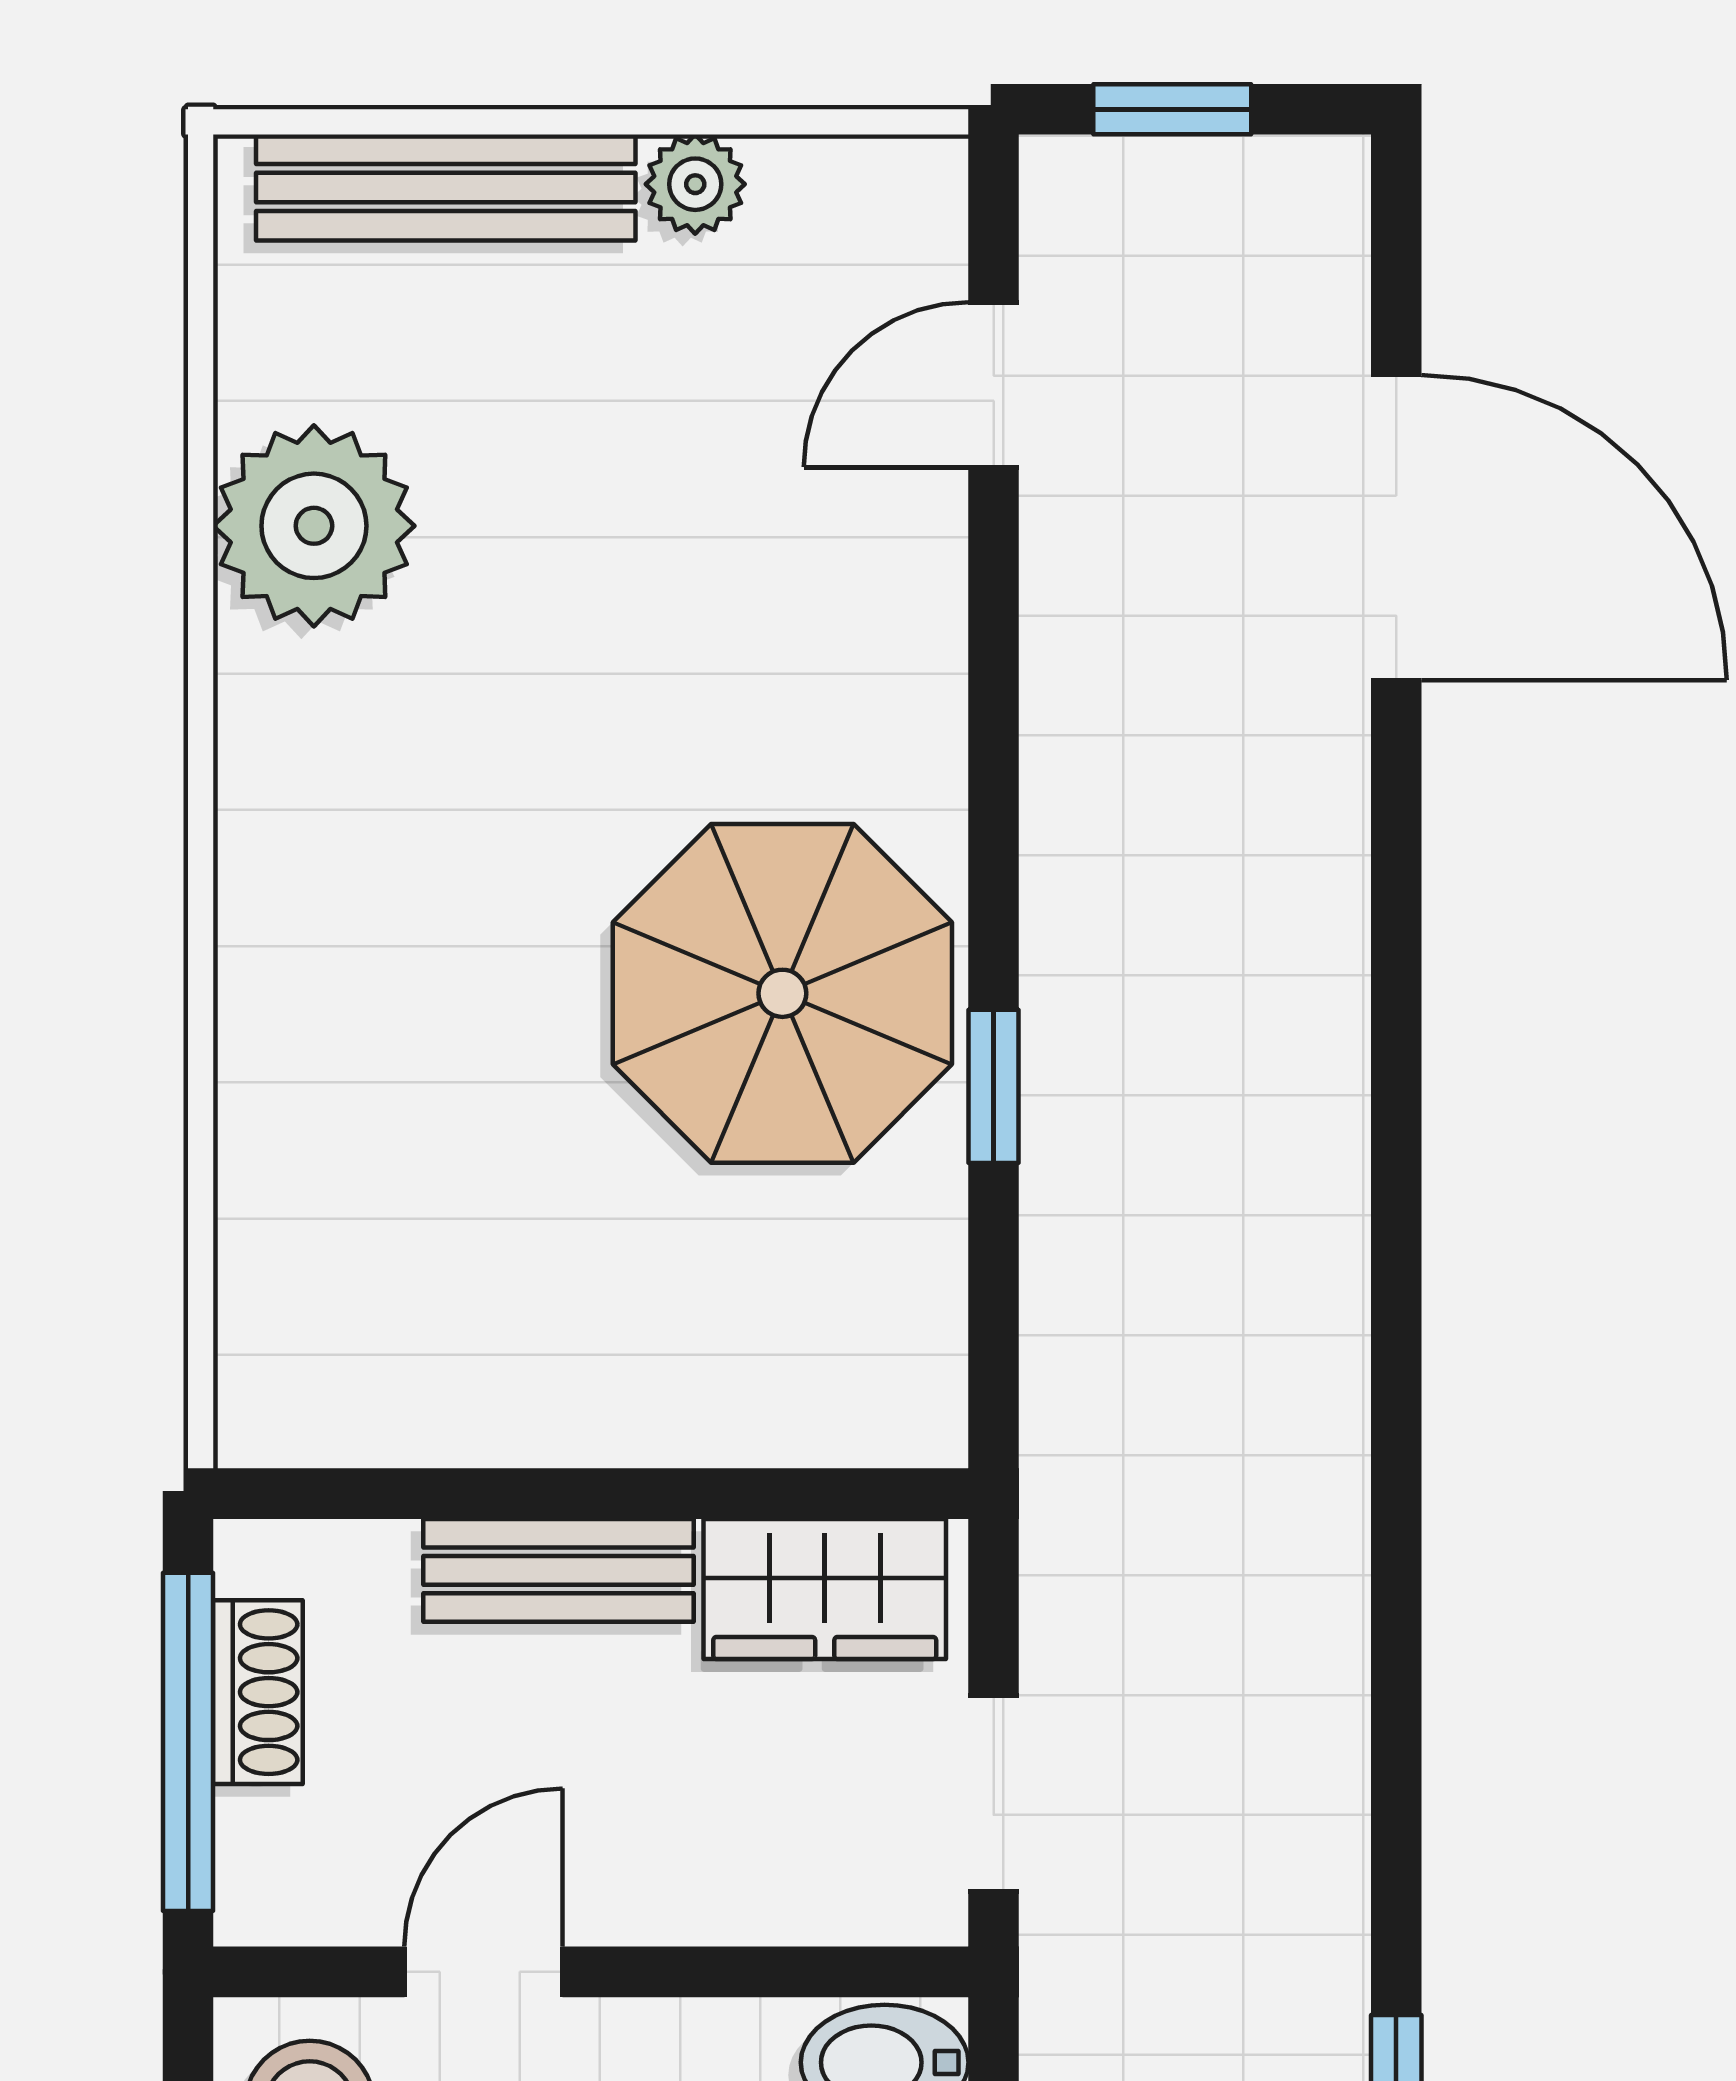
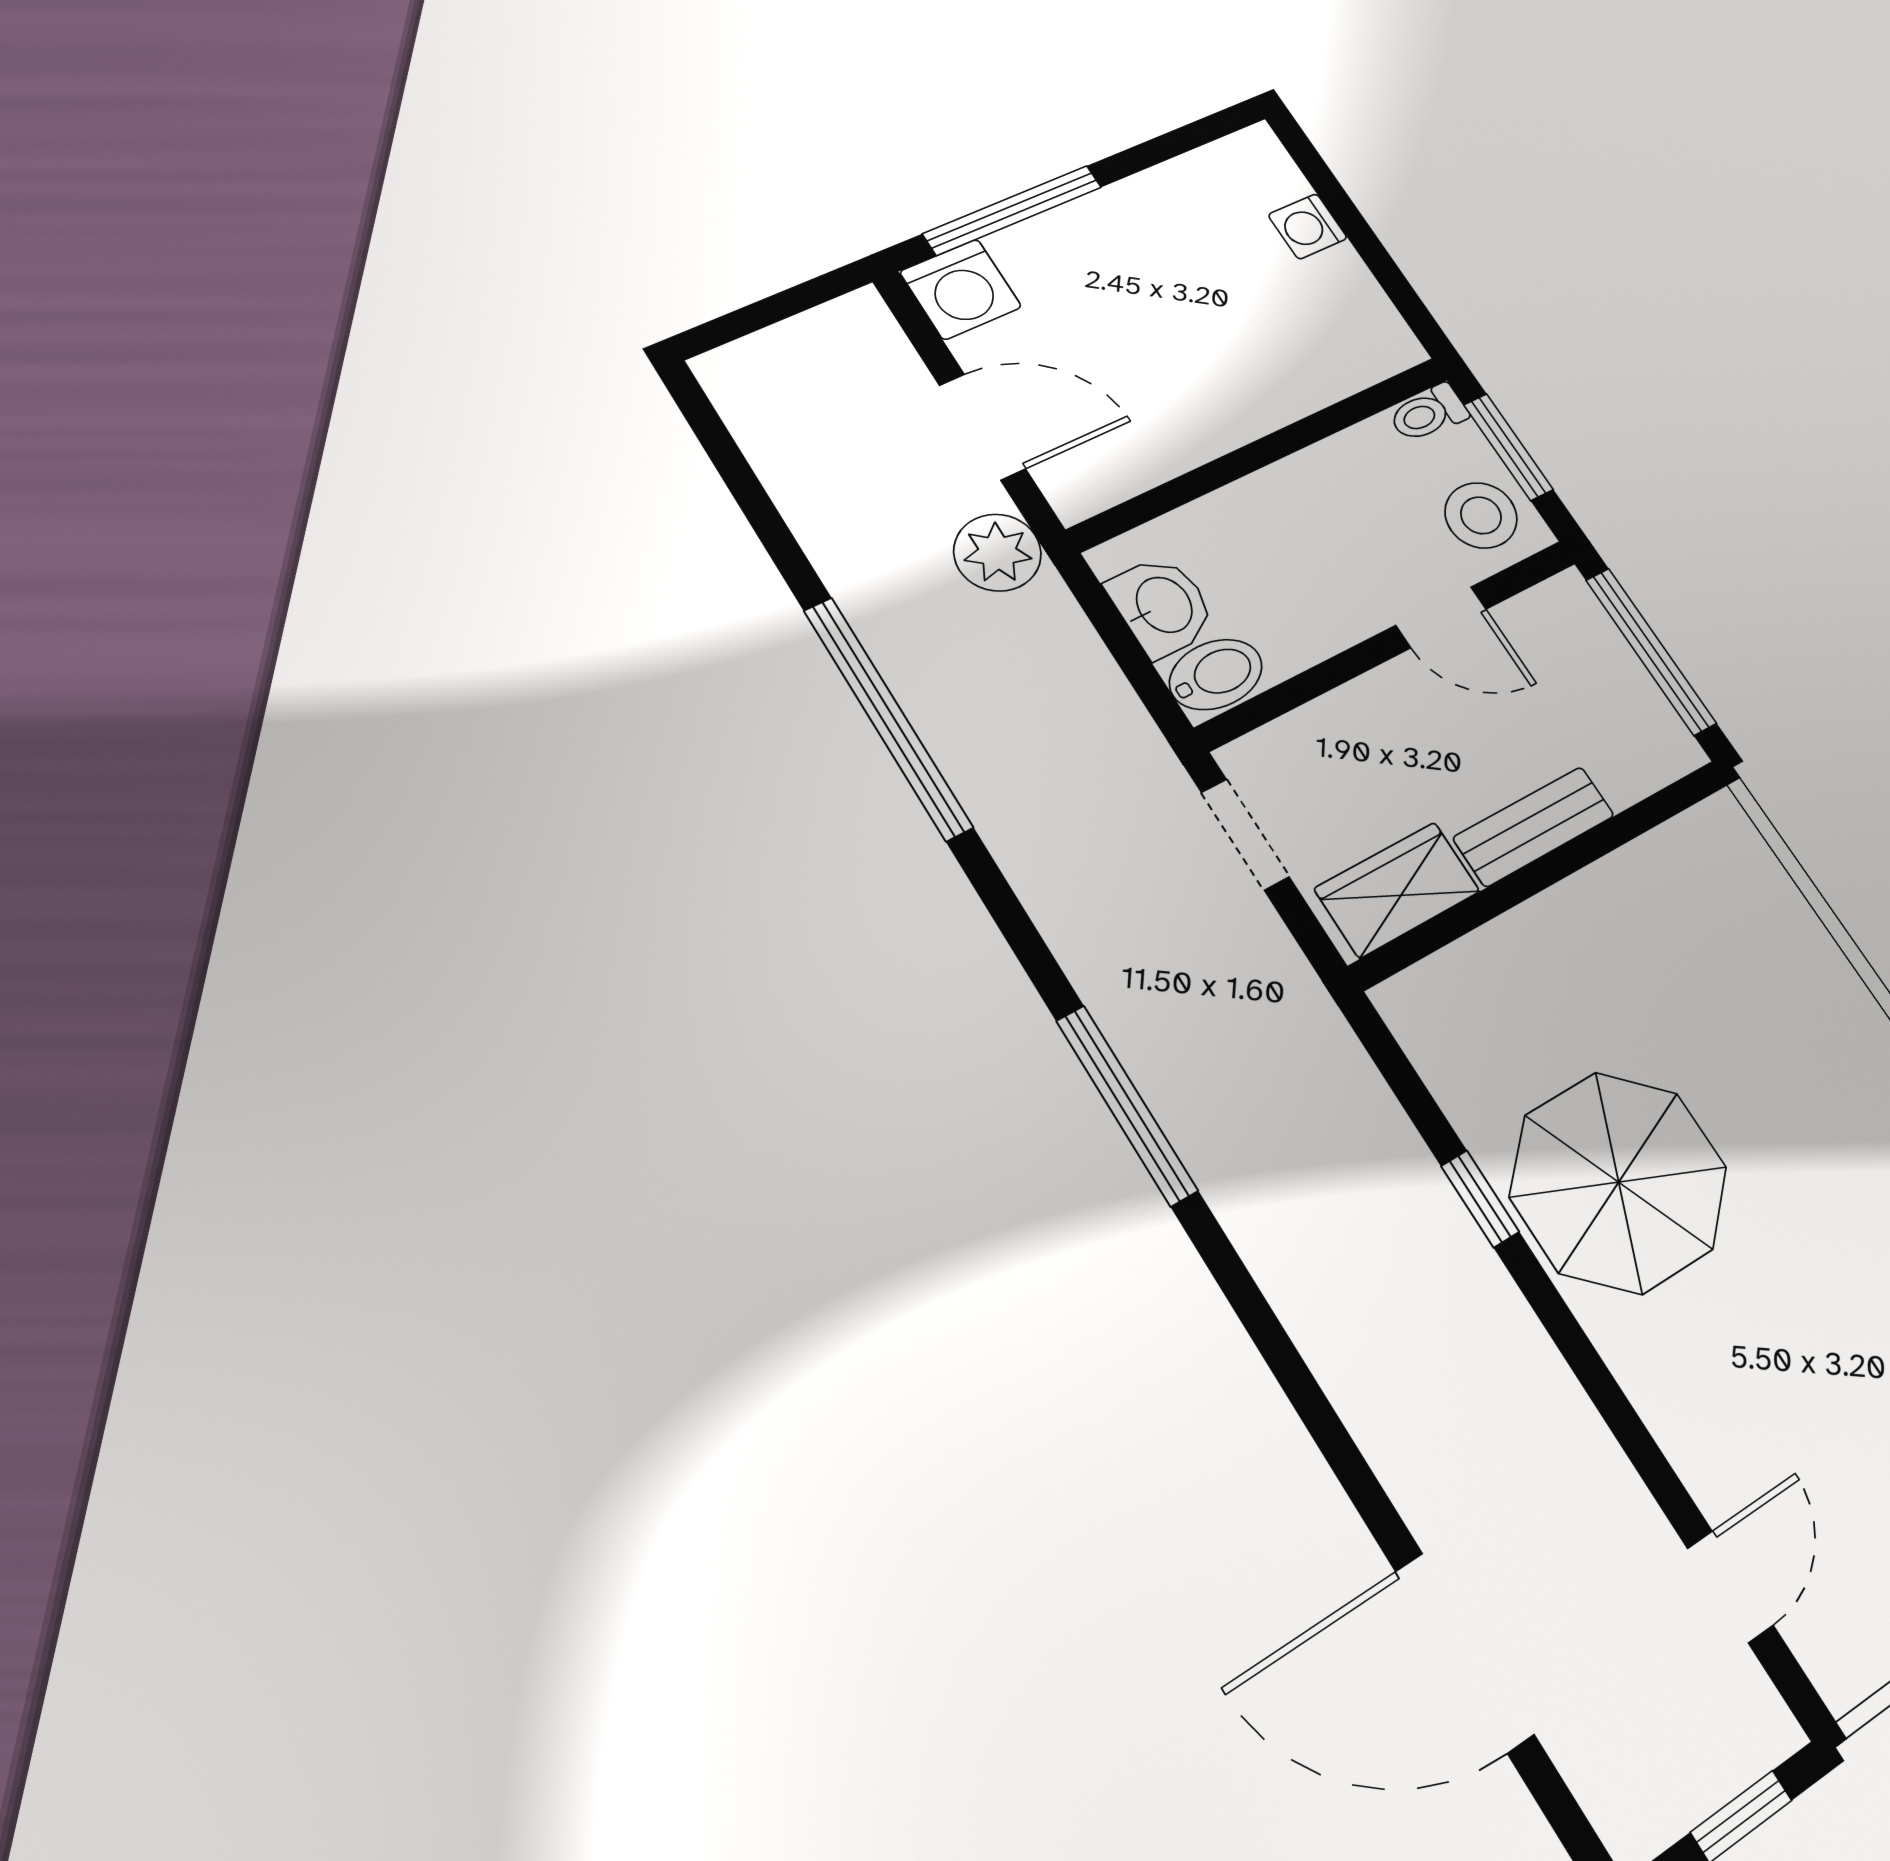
window: (1396, 1497) -> (1127, 1105), added
shoe rack: (258, 1692) -> (1635, 692), removed
door: (484, 1972) -> (1441, 617), hinge flipped

